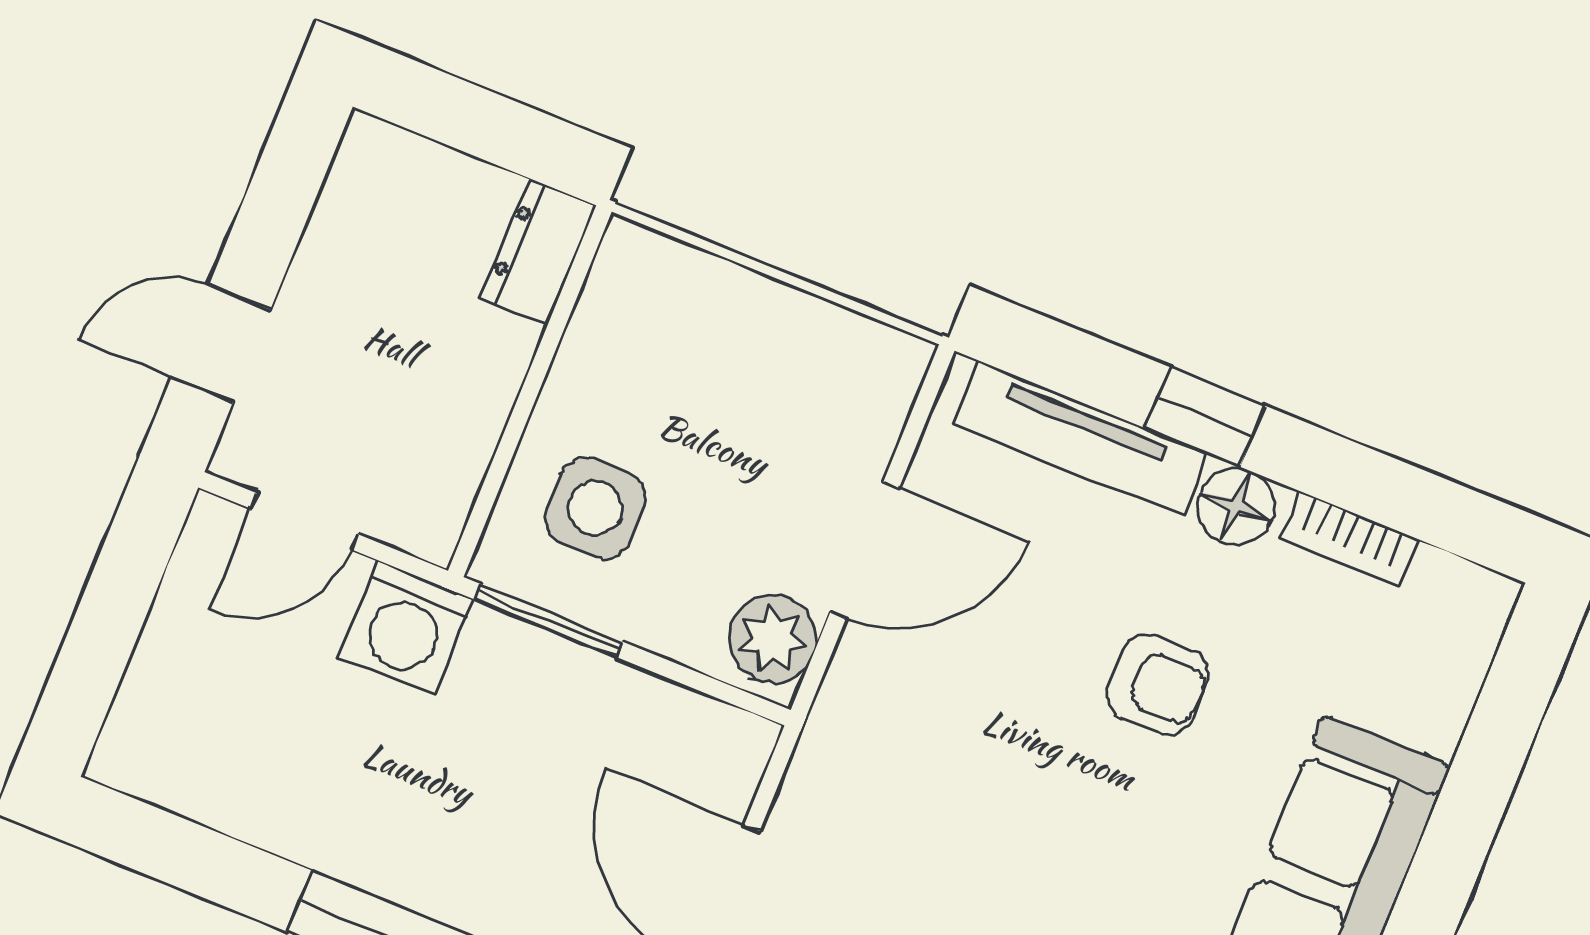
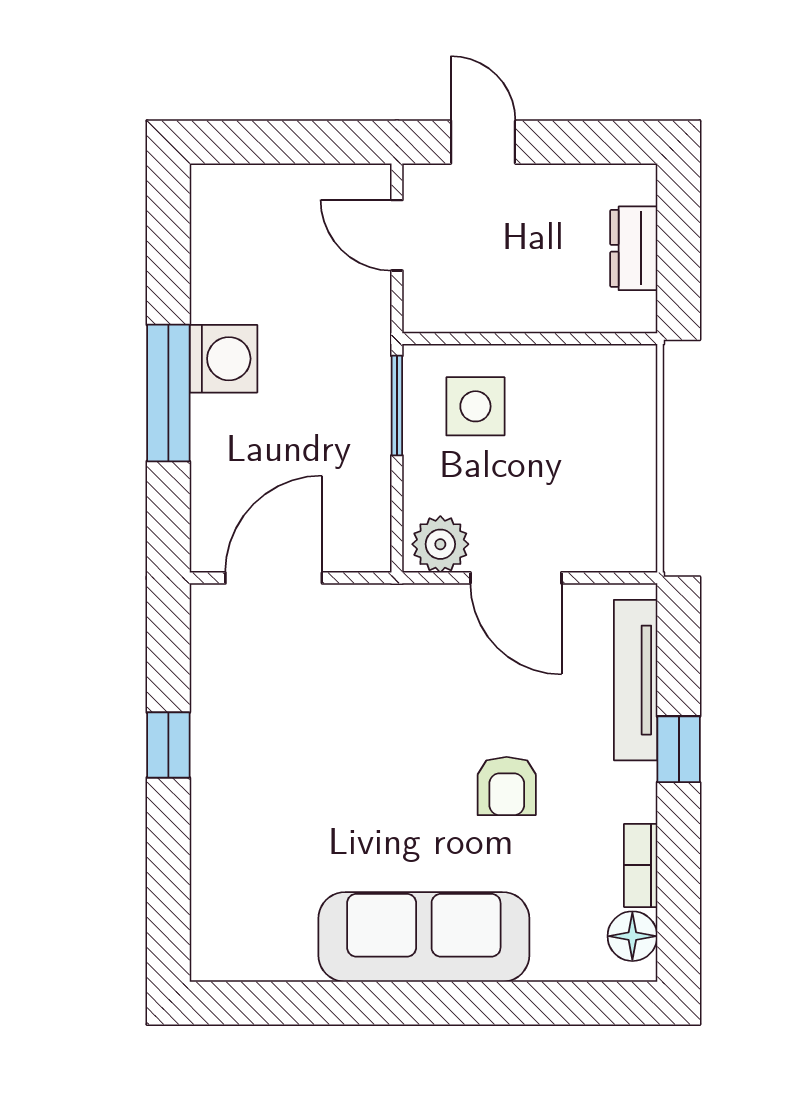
dresser: (538, 252) -> (634, 248), moved, turned -90
floor lamp: (1236, 506) -> (632, 936), moved
washing machine: (406, 628) -> (223, 359), moved, turned 180

